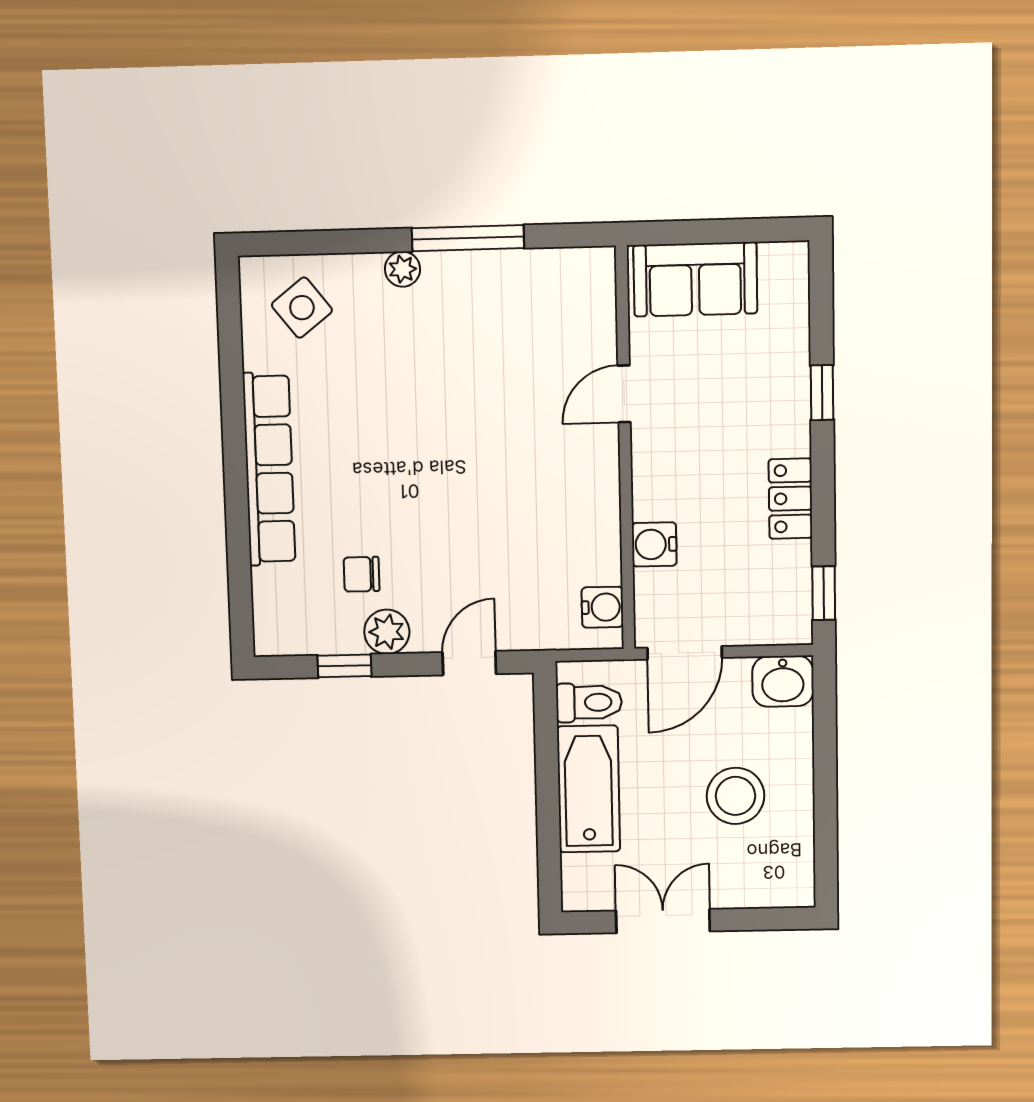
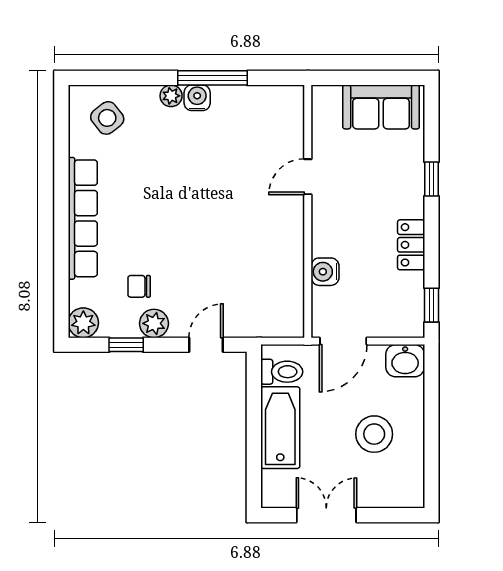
sofa: (695, 279) -> (381, 107), moved
water cooler: (602, 607) -> (197, 98), moved, turned -90
plant: (276, 633) -> (83, 323), added

